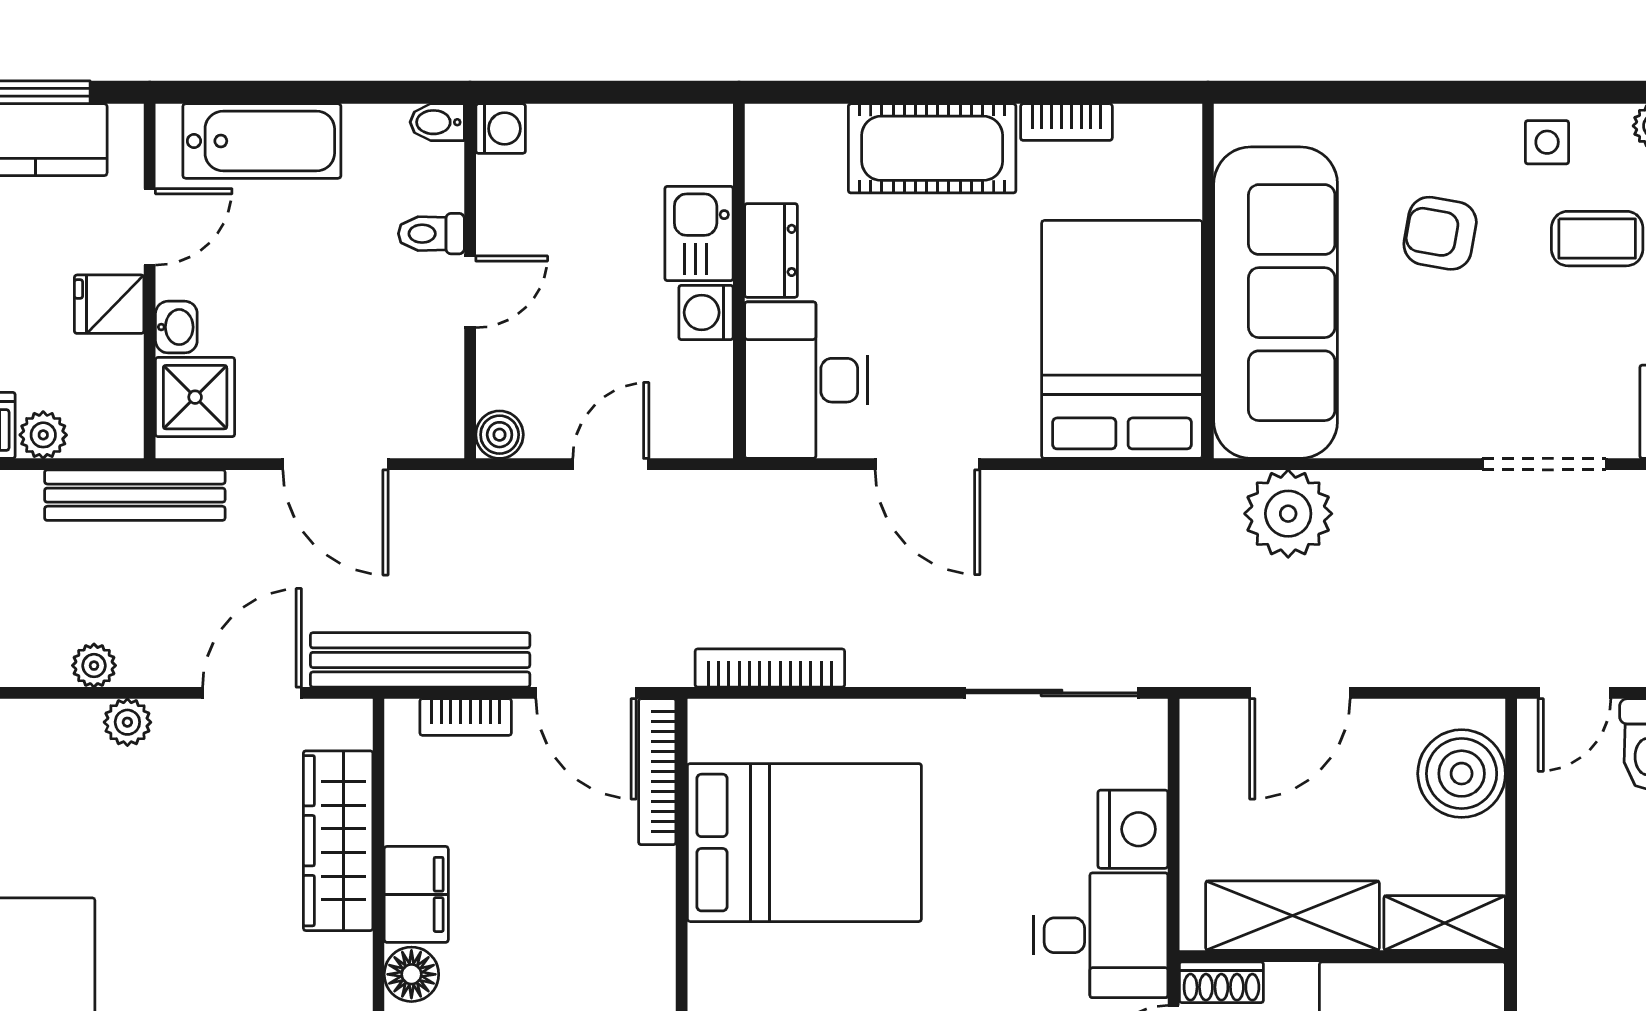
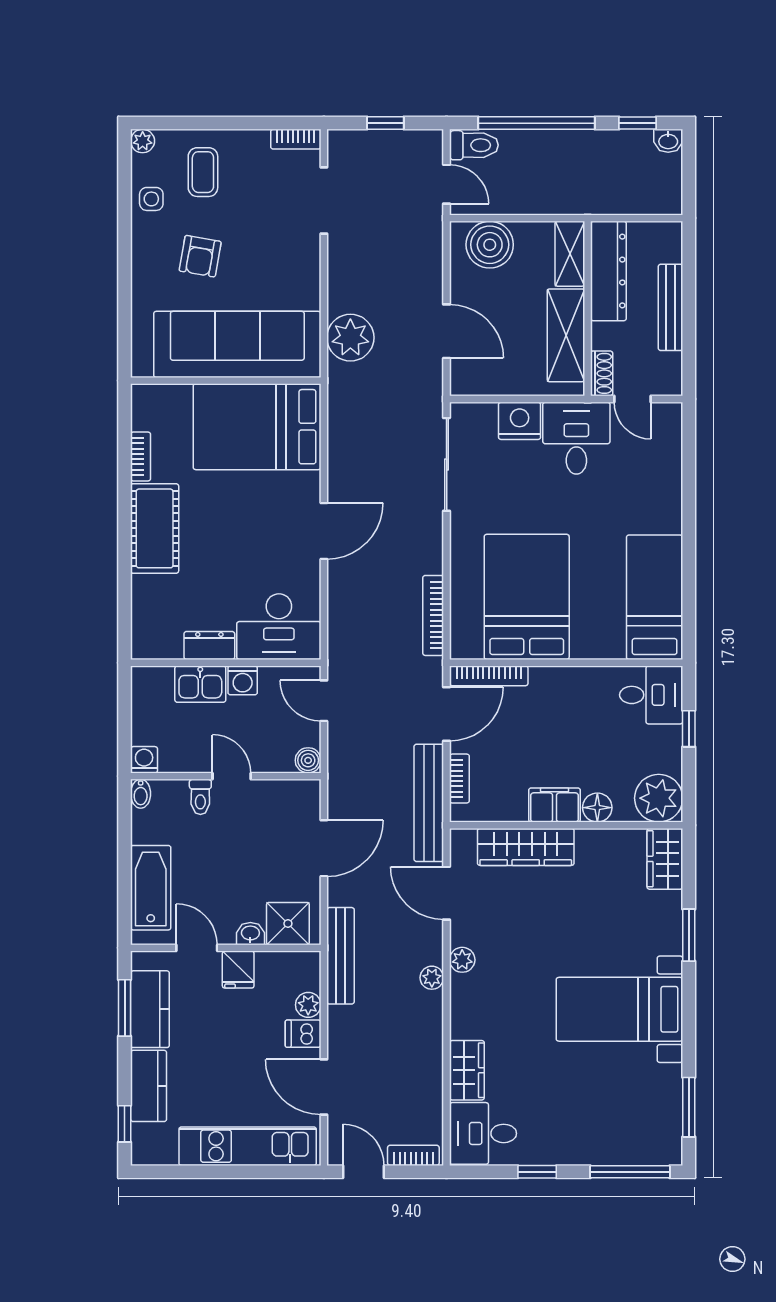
kitchen sink: (699, 234) -> (200, 684), moved
dresser: (771, 250) -> (209, 645), moved
wall: (739, 281) -> (226, 663), moved
washing machine: (706, 312) -> (243, 680), moved
desk: (806, 380) -> (279, 627), moved

